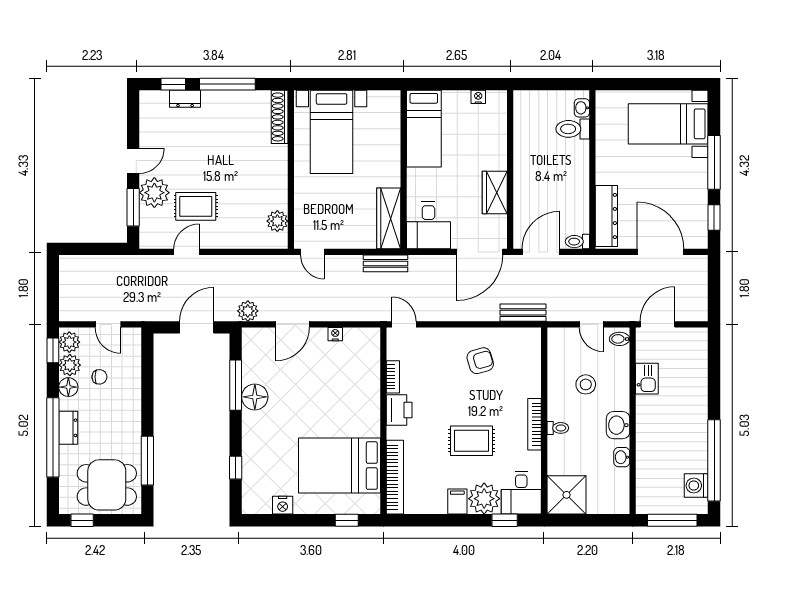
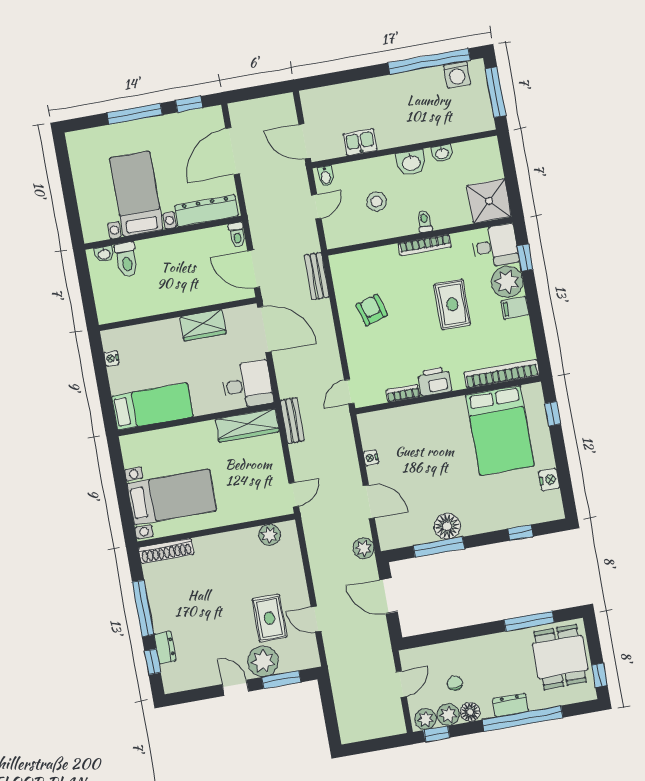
bed with nightstands: (668, 124) -> (136, 194), moved, turned 180

